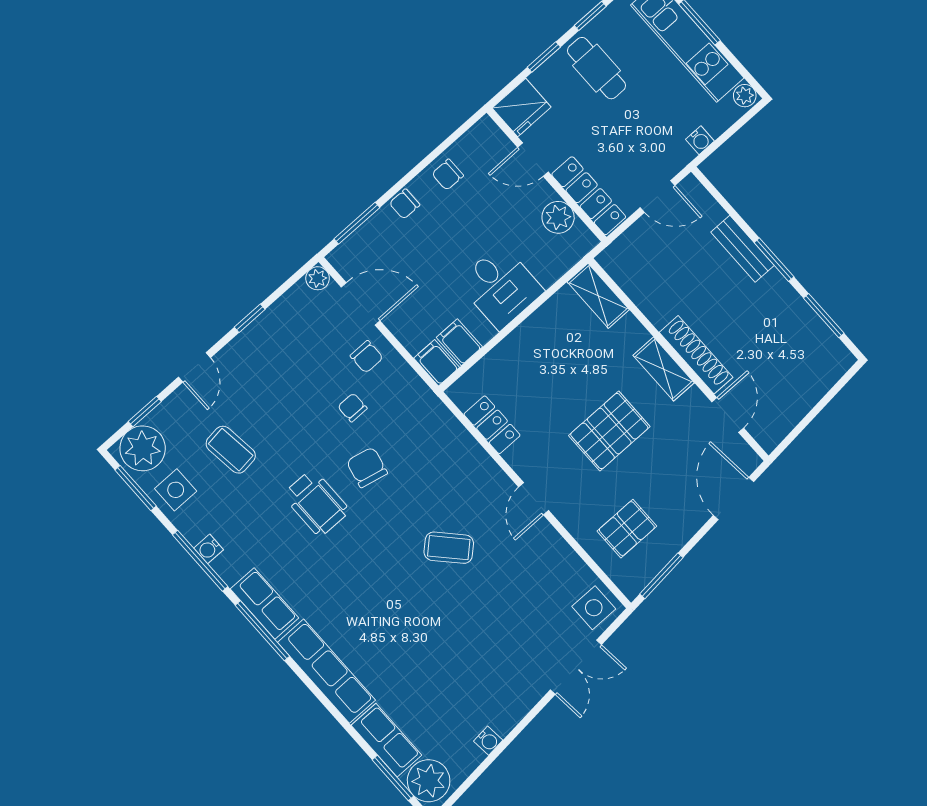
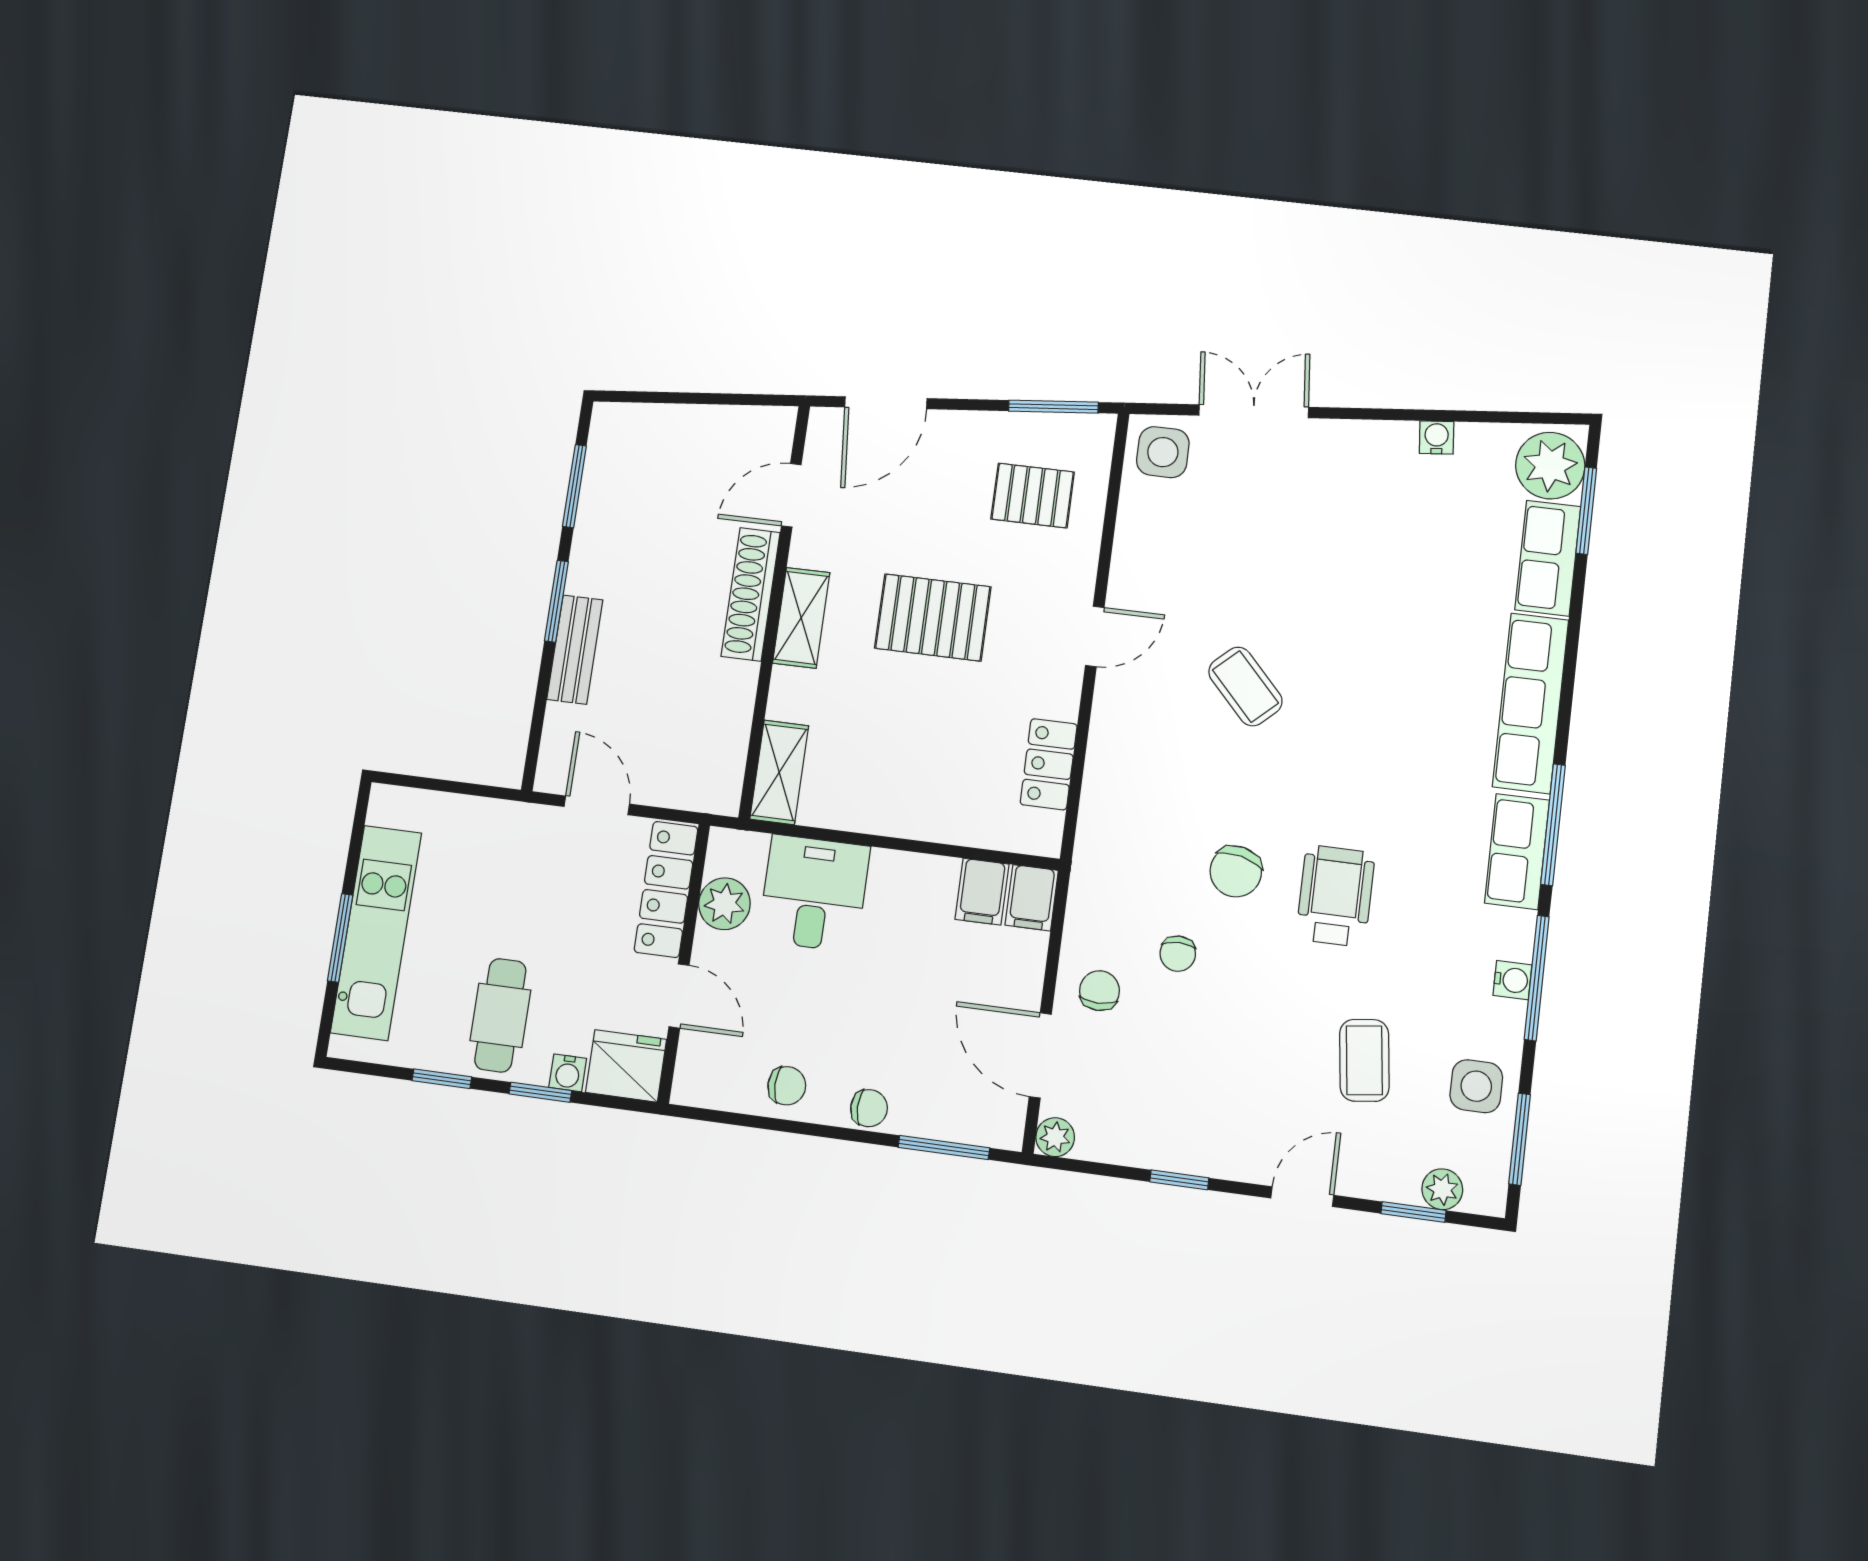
plant: (745, 96) -> (385, 806), removed
water cooler: (700, 140) -> (568, 1073), moved, turned 180
desk: (500, 287) -> (814, 893), moved
plant: (143, 448) -> (1442, 1189), width x0.53, depth x0.53

